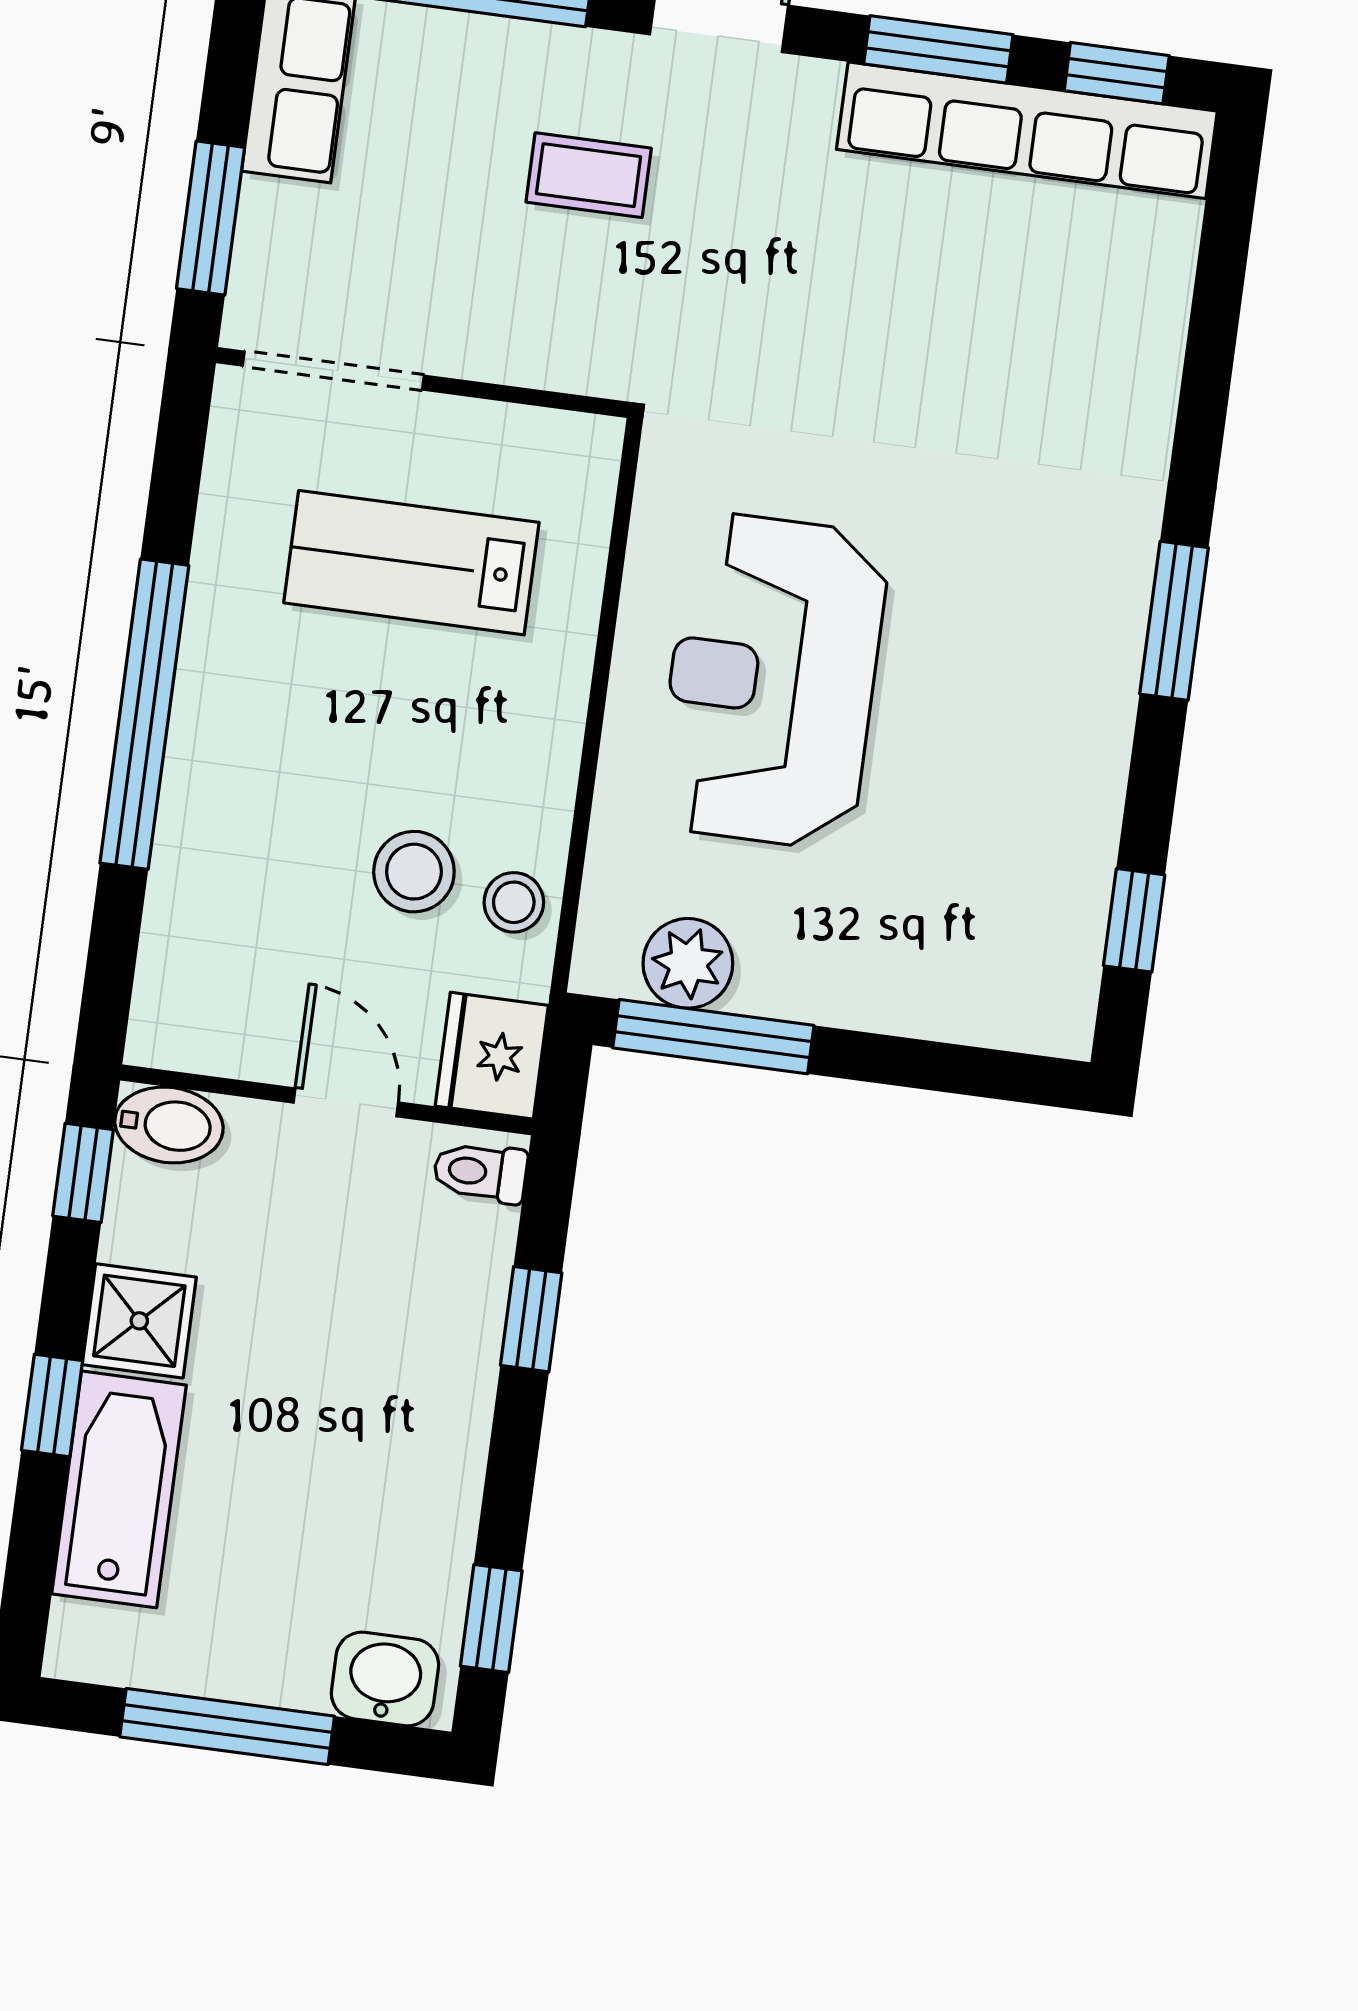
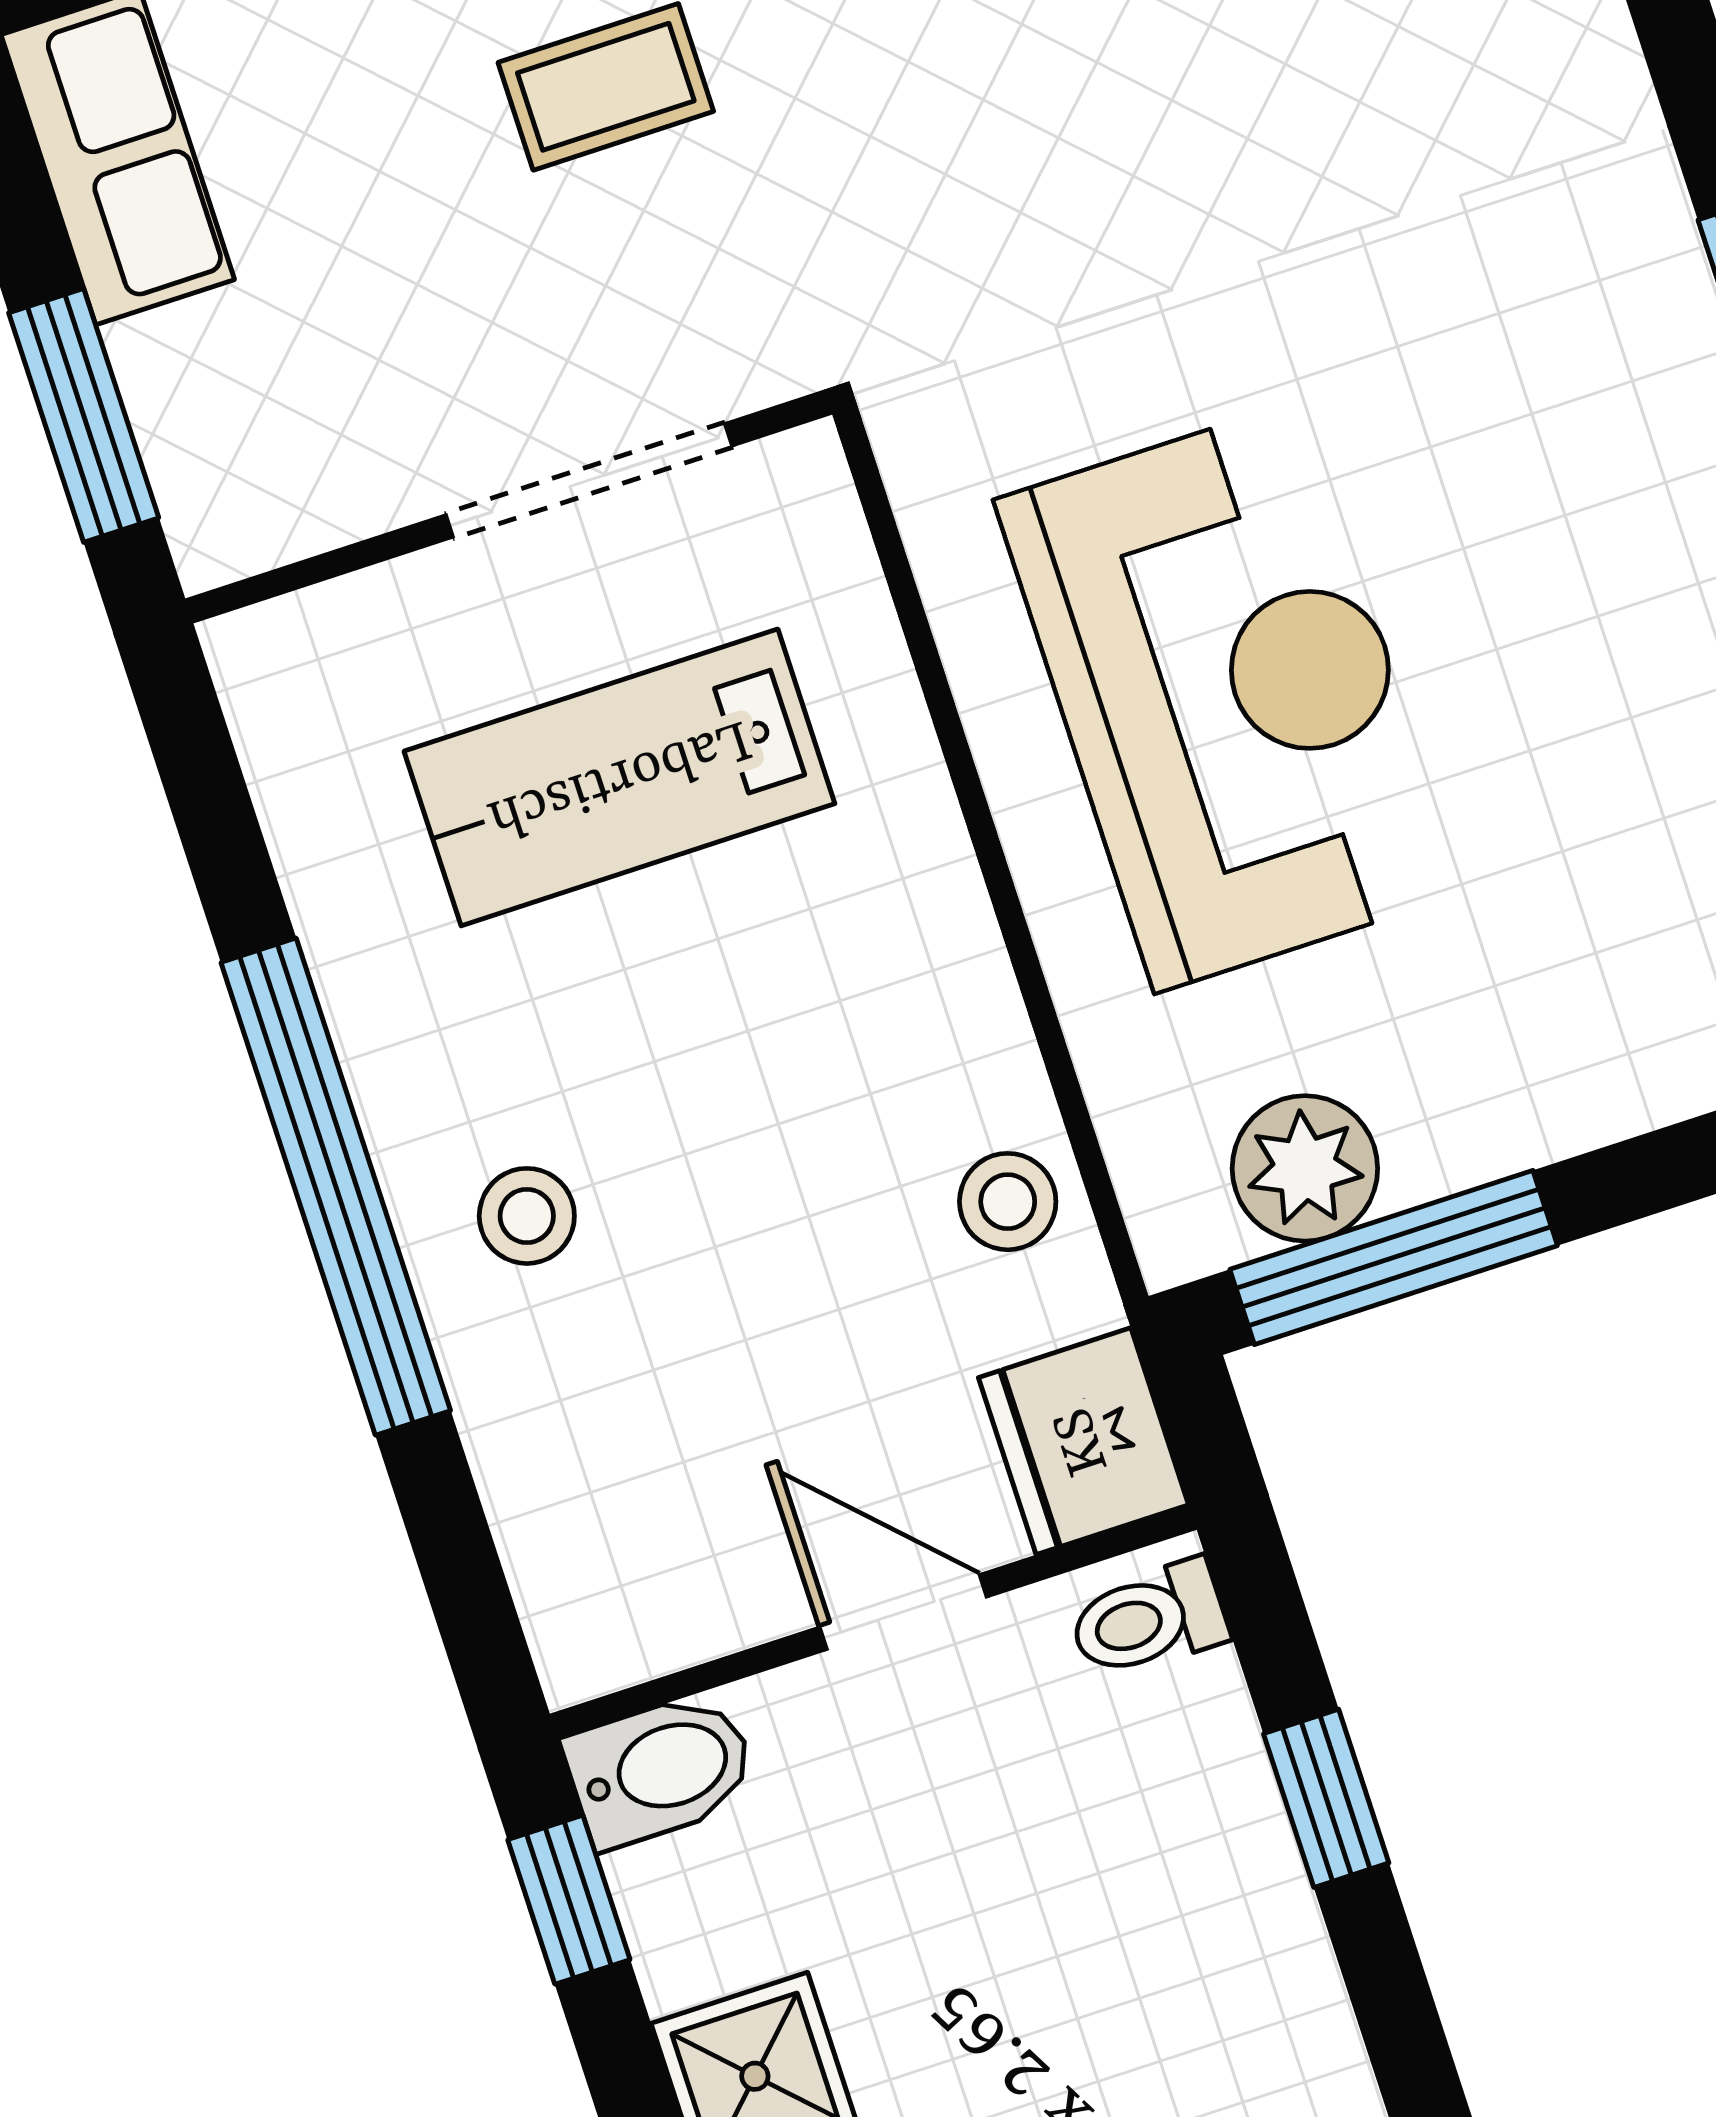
doorway: (333, 371) -> (589, 480), moved
reception desk: (772, 681) -> (1229, 696), turned 180
stool: (414, 872) -> (527, 1216), moved, width x0.73, depth x0.73

